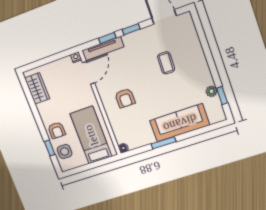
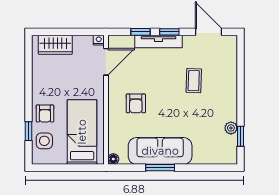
tv unit: (103, 49) -> (159, 41), moved
wardrobe: (37, 88) -> (55, 45), moved, turned 90
sofa: (180, 123) -> (160, 151), moved

